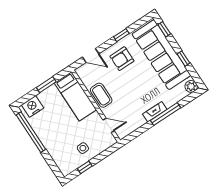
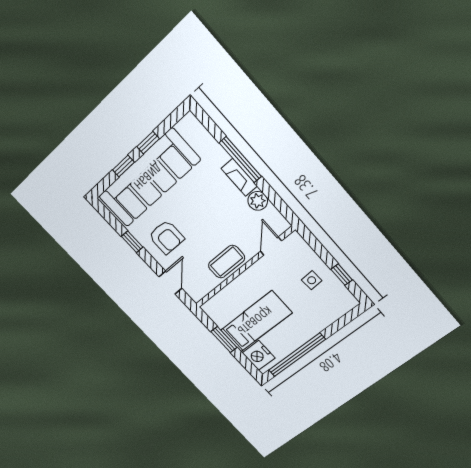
window: (164, 29) -> (123, 166), moved
plant: (191, 86) -> (258, 201), moved
bed: (75, 96) -> (256, 322), moved

